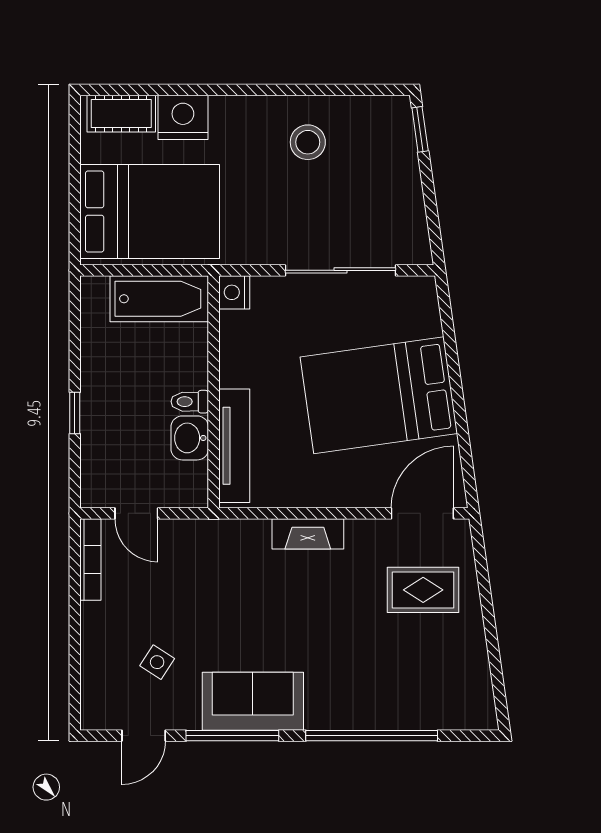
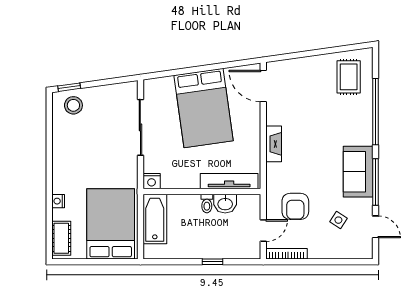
nightstand: (183, 117) -> (58, 201), width x0.53, depth x0.56
stool: (308, 142) -> (73, 105), moved
armchair: (184, 577) -> (295, 206), added
rug: (423, 590) -> (349, 77), moved

